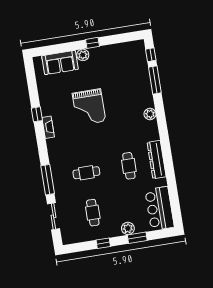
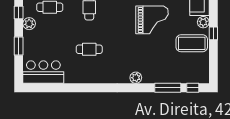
coffee table: (106, 63) -> (192, 43), added
grand piano: (89, 107) -> (152, 20), turned 180
dresser: (157, 159) -> (91, 77), removed
plant: (128, 228) -> (29, 24), moved

